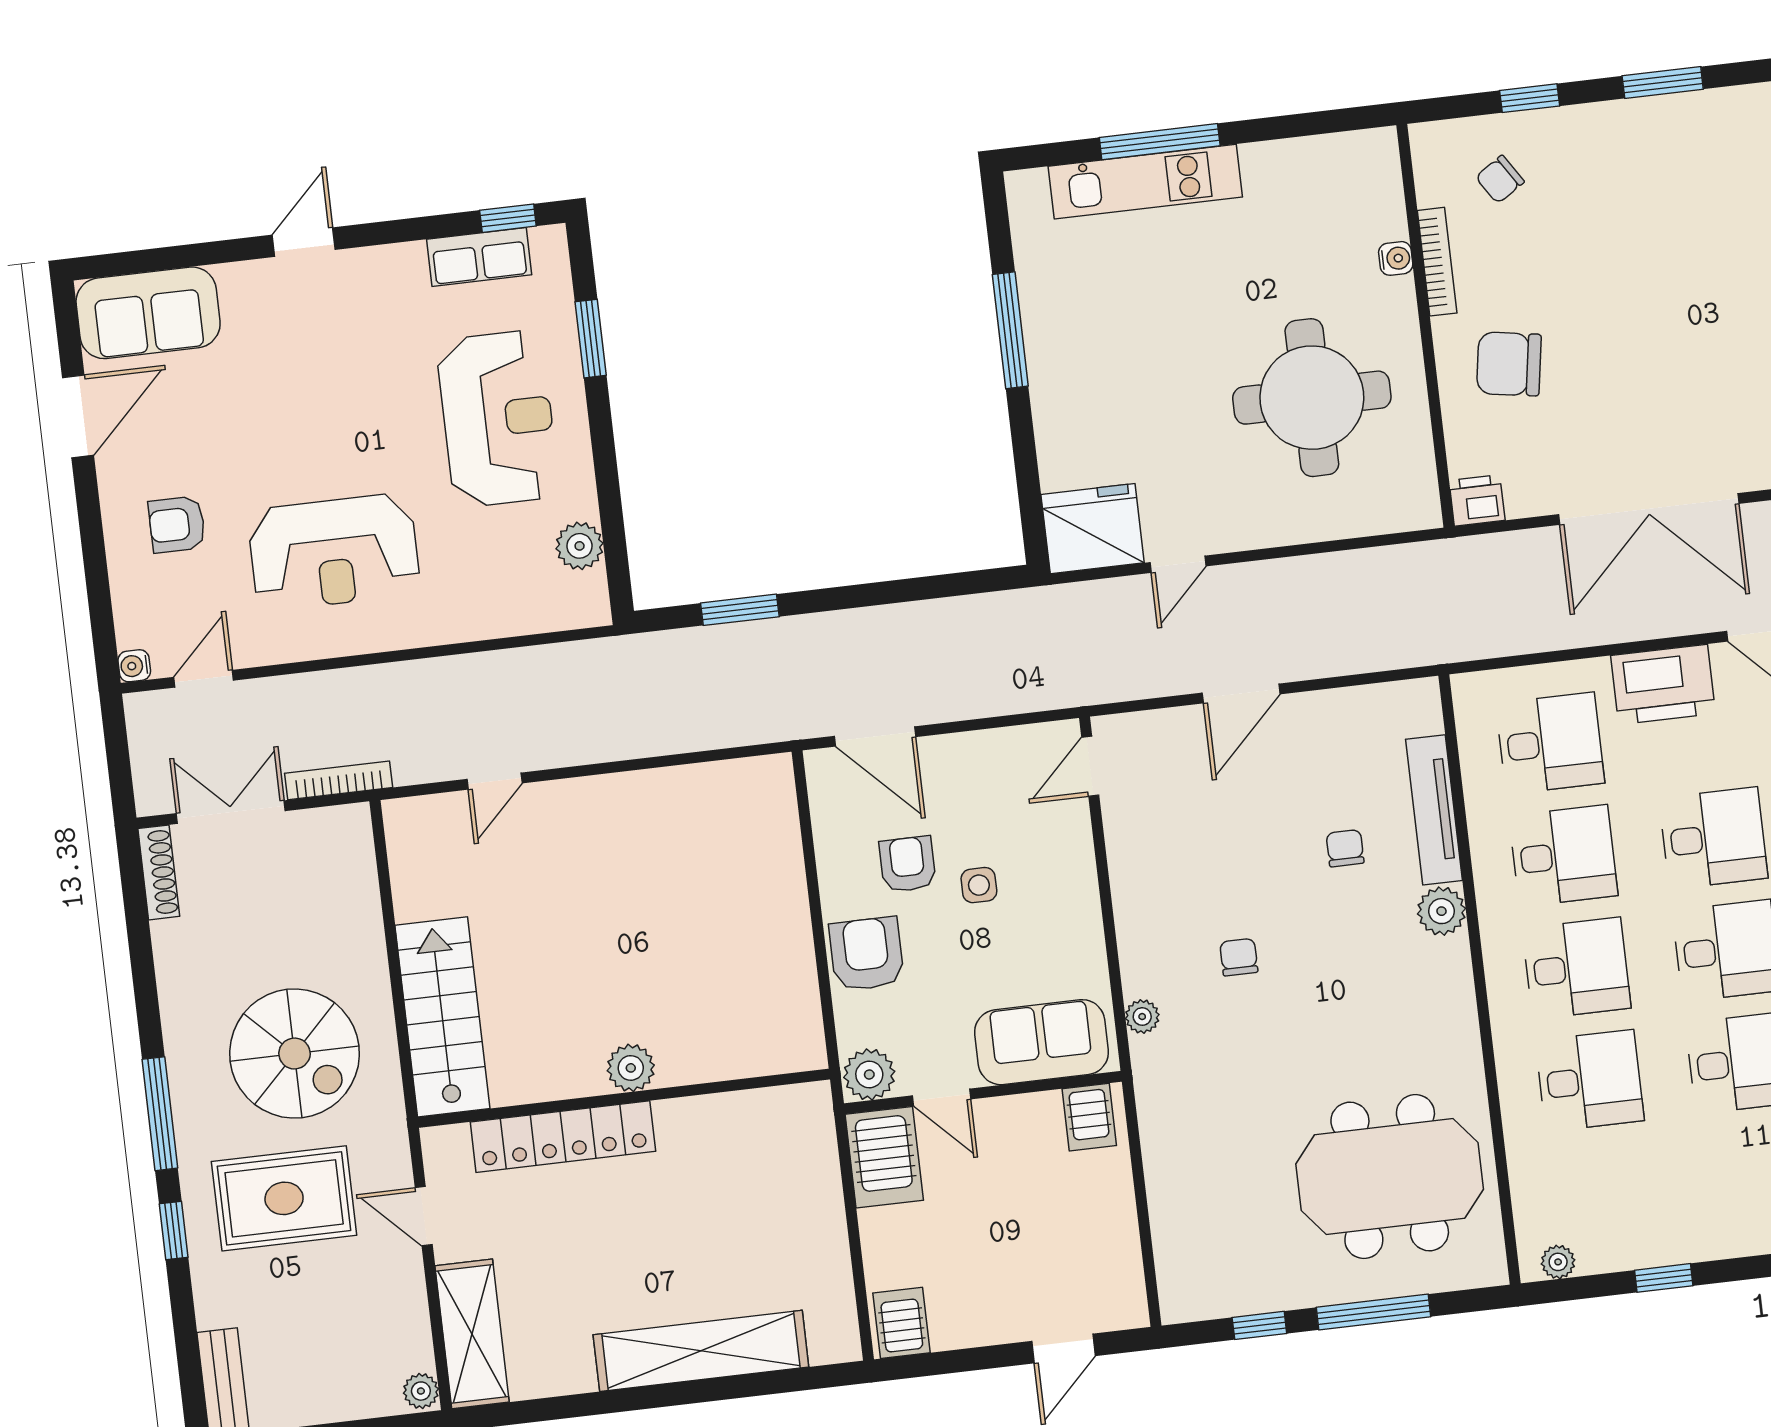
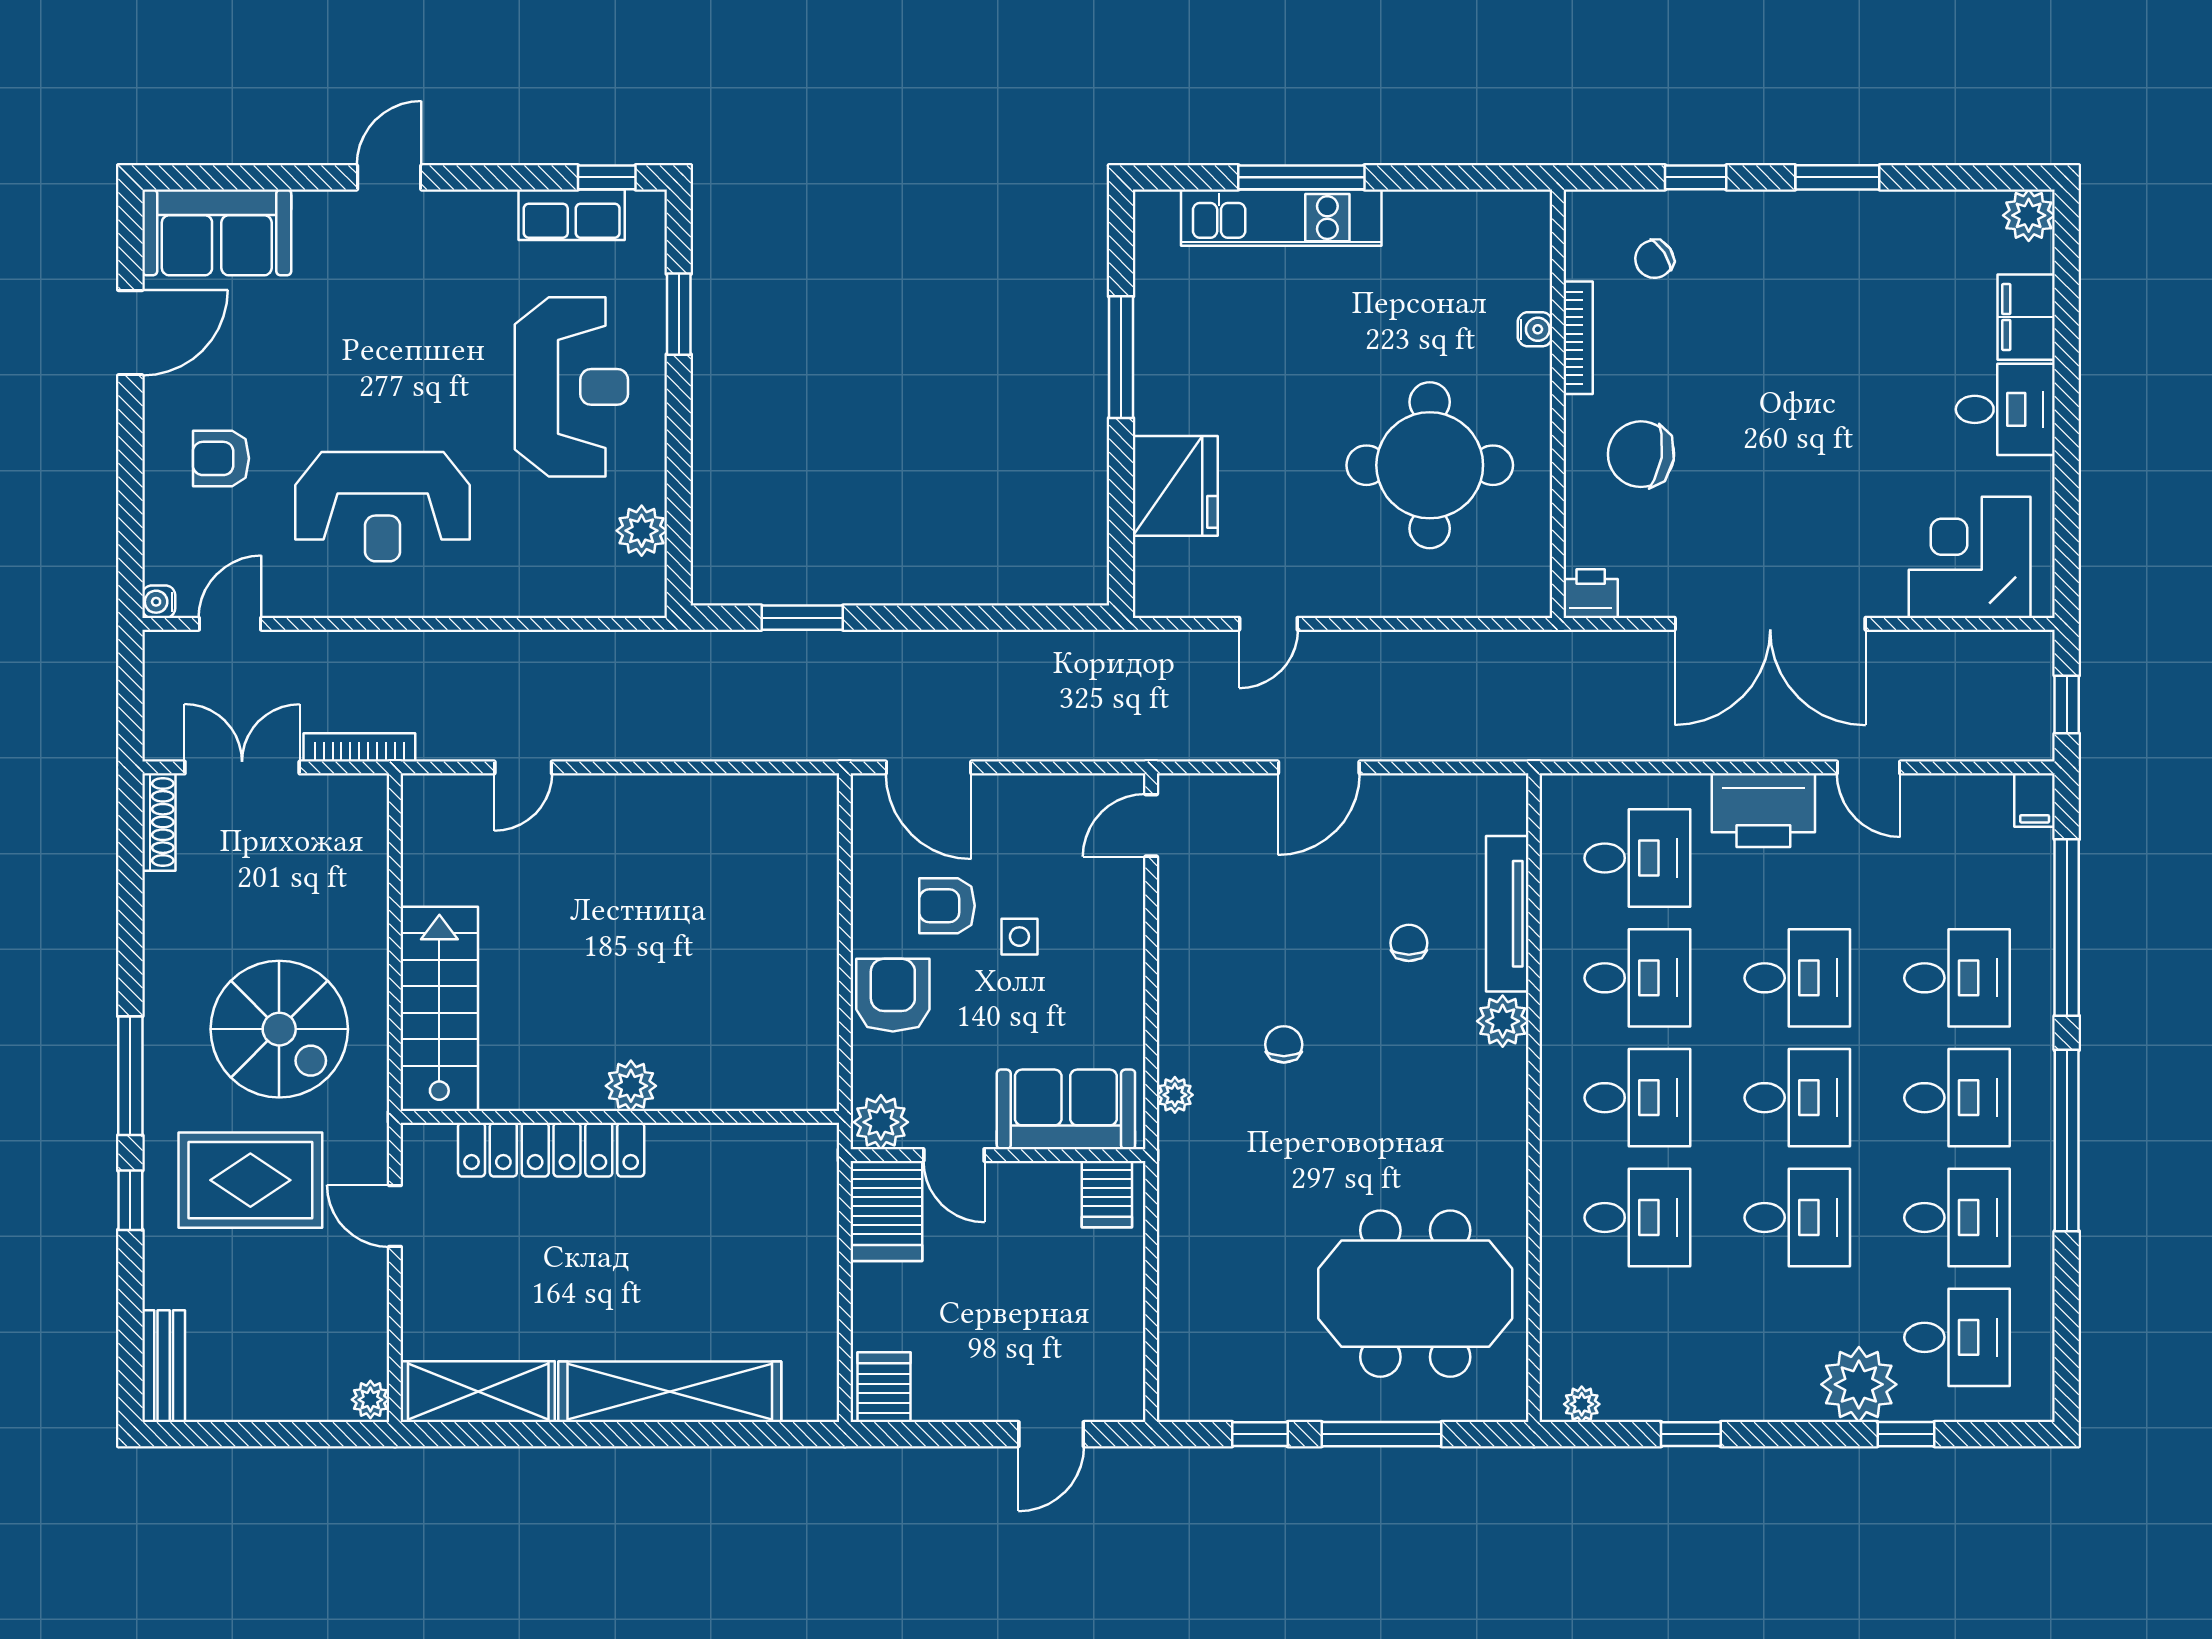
fridge: (1093, 529) -> (1175, 486), moved, turned 90
armchair: (907, 864) -> (947, 906), turned -90
shelving: (472, 1334) -> (478, 1392), moved, turned 90

